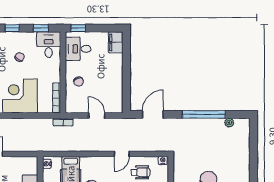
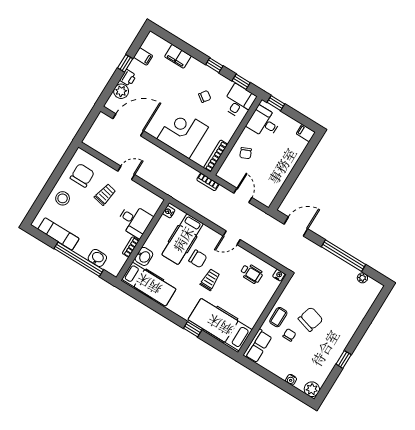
filing cabinet: (116, 42) -> (306, 133), width x0.50
door: (122, 154) -> (232, 238), moved

